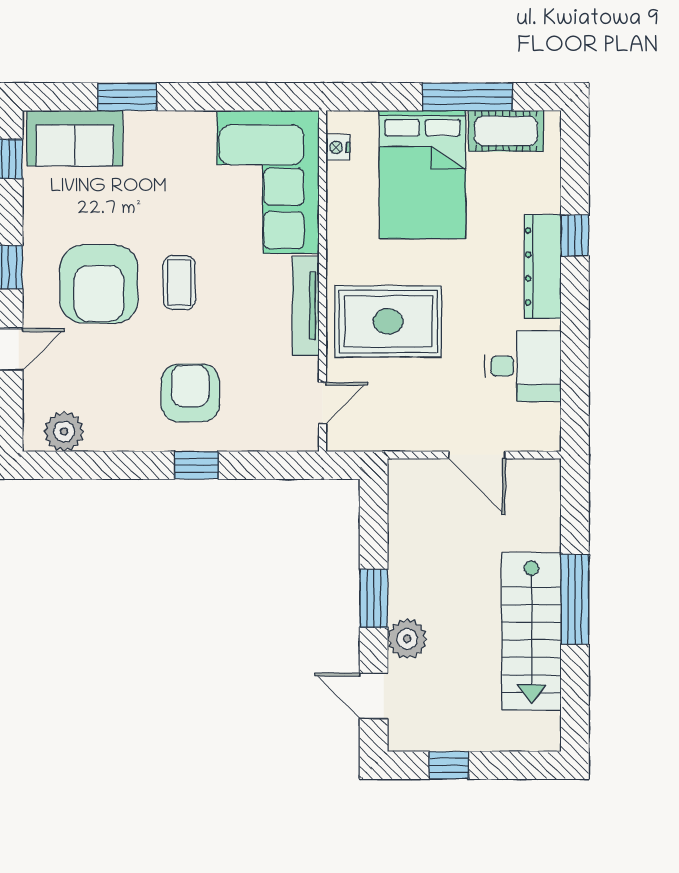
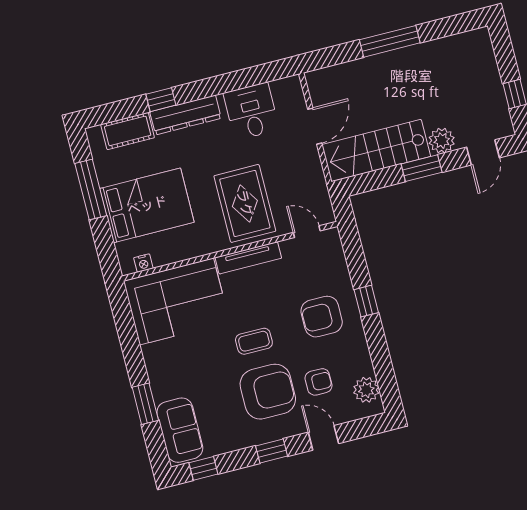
cot: (506, 131) -> (128, 131), moved, turned 90
armchair: (94, 363) -> (319, 382), added
stairs: (531, 631) -> (376, 151), moved, turned 180

